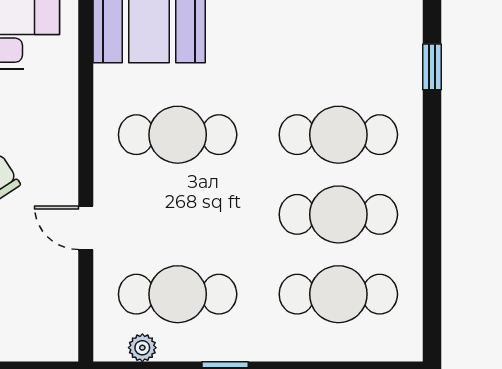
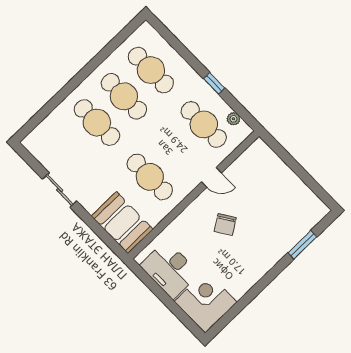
window: (432, 67) -> (43, 113), removed
door: (86, 228) -> (211, 177), hinge flipped

